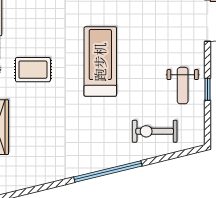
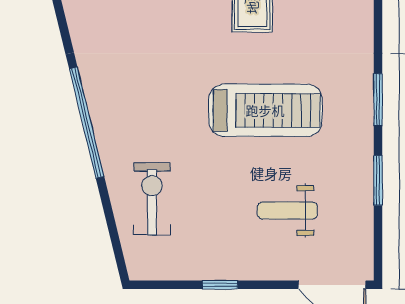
weight bench: (183, 86) -> (287, 211), moved

